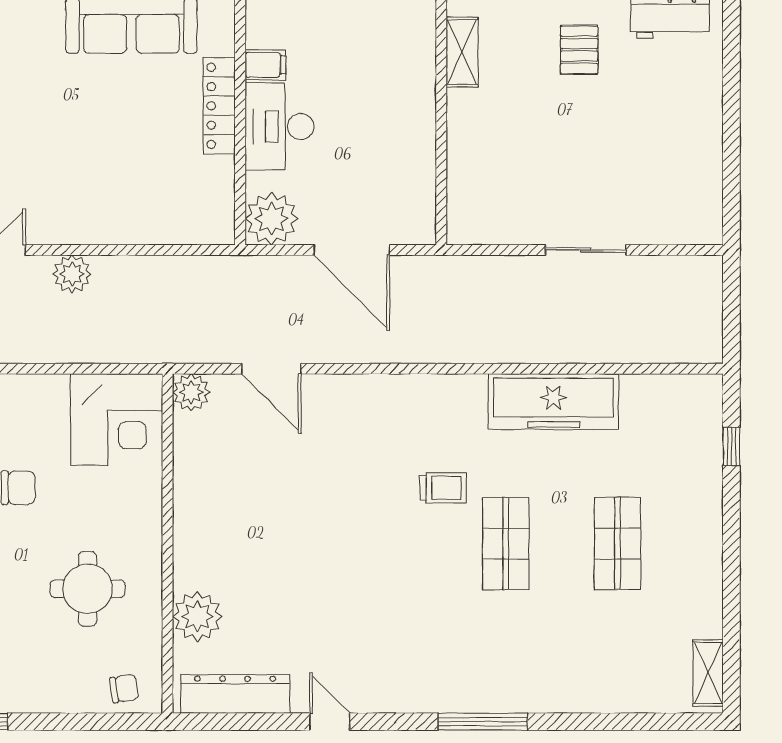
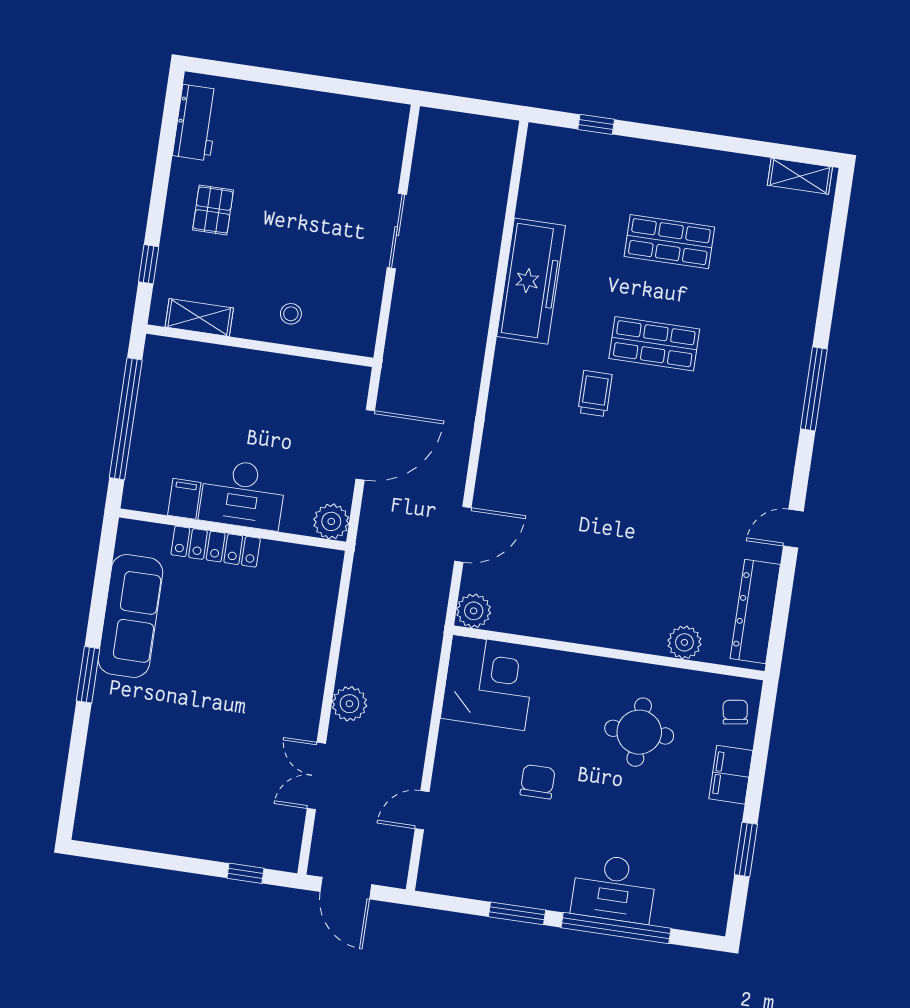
pallet: (579, 50) -> (213, 210), turned 90
stool: (480, 150) -> (291, 314), added
plant: (271, 219) -> (331, 521), width x0.73, depth x0.73
plant: (197, 616) -> (684, 642), width x0.73, depth x0.73
filing cabinet: (56, 694) -> (731, 775), added

